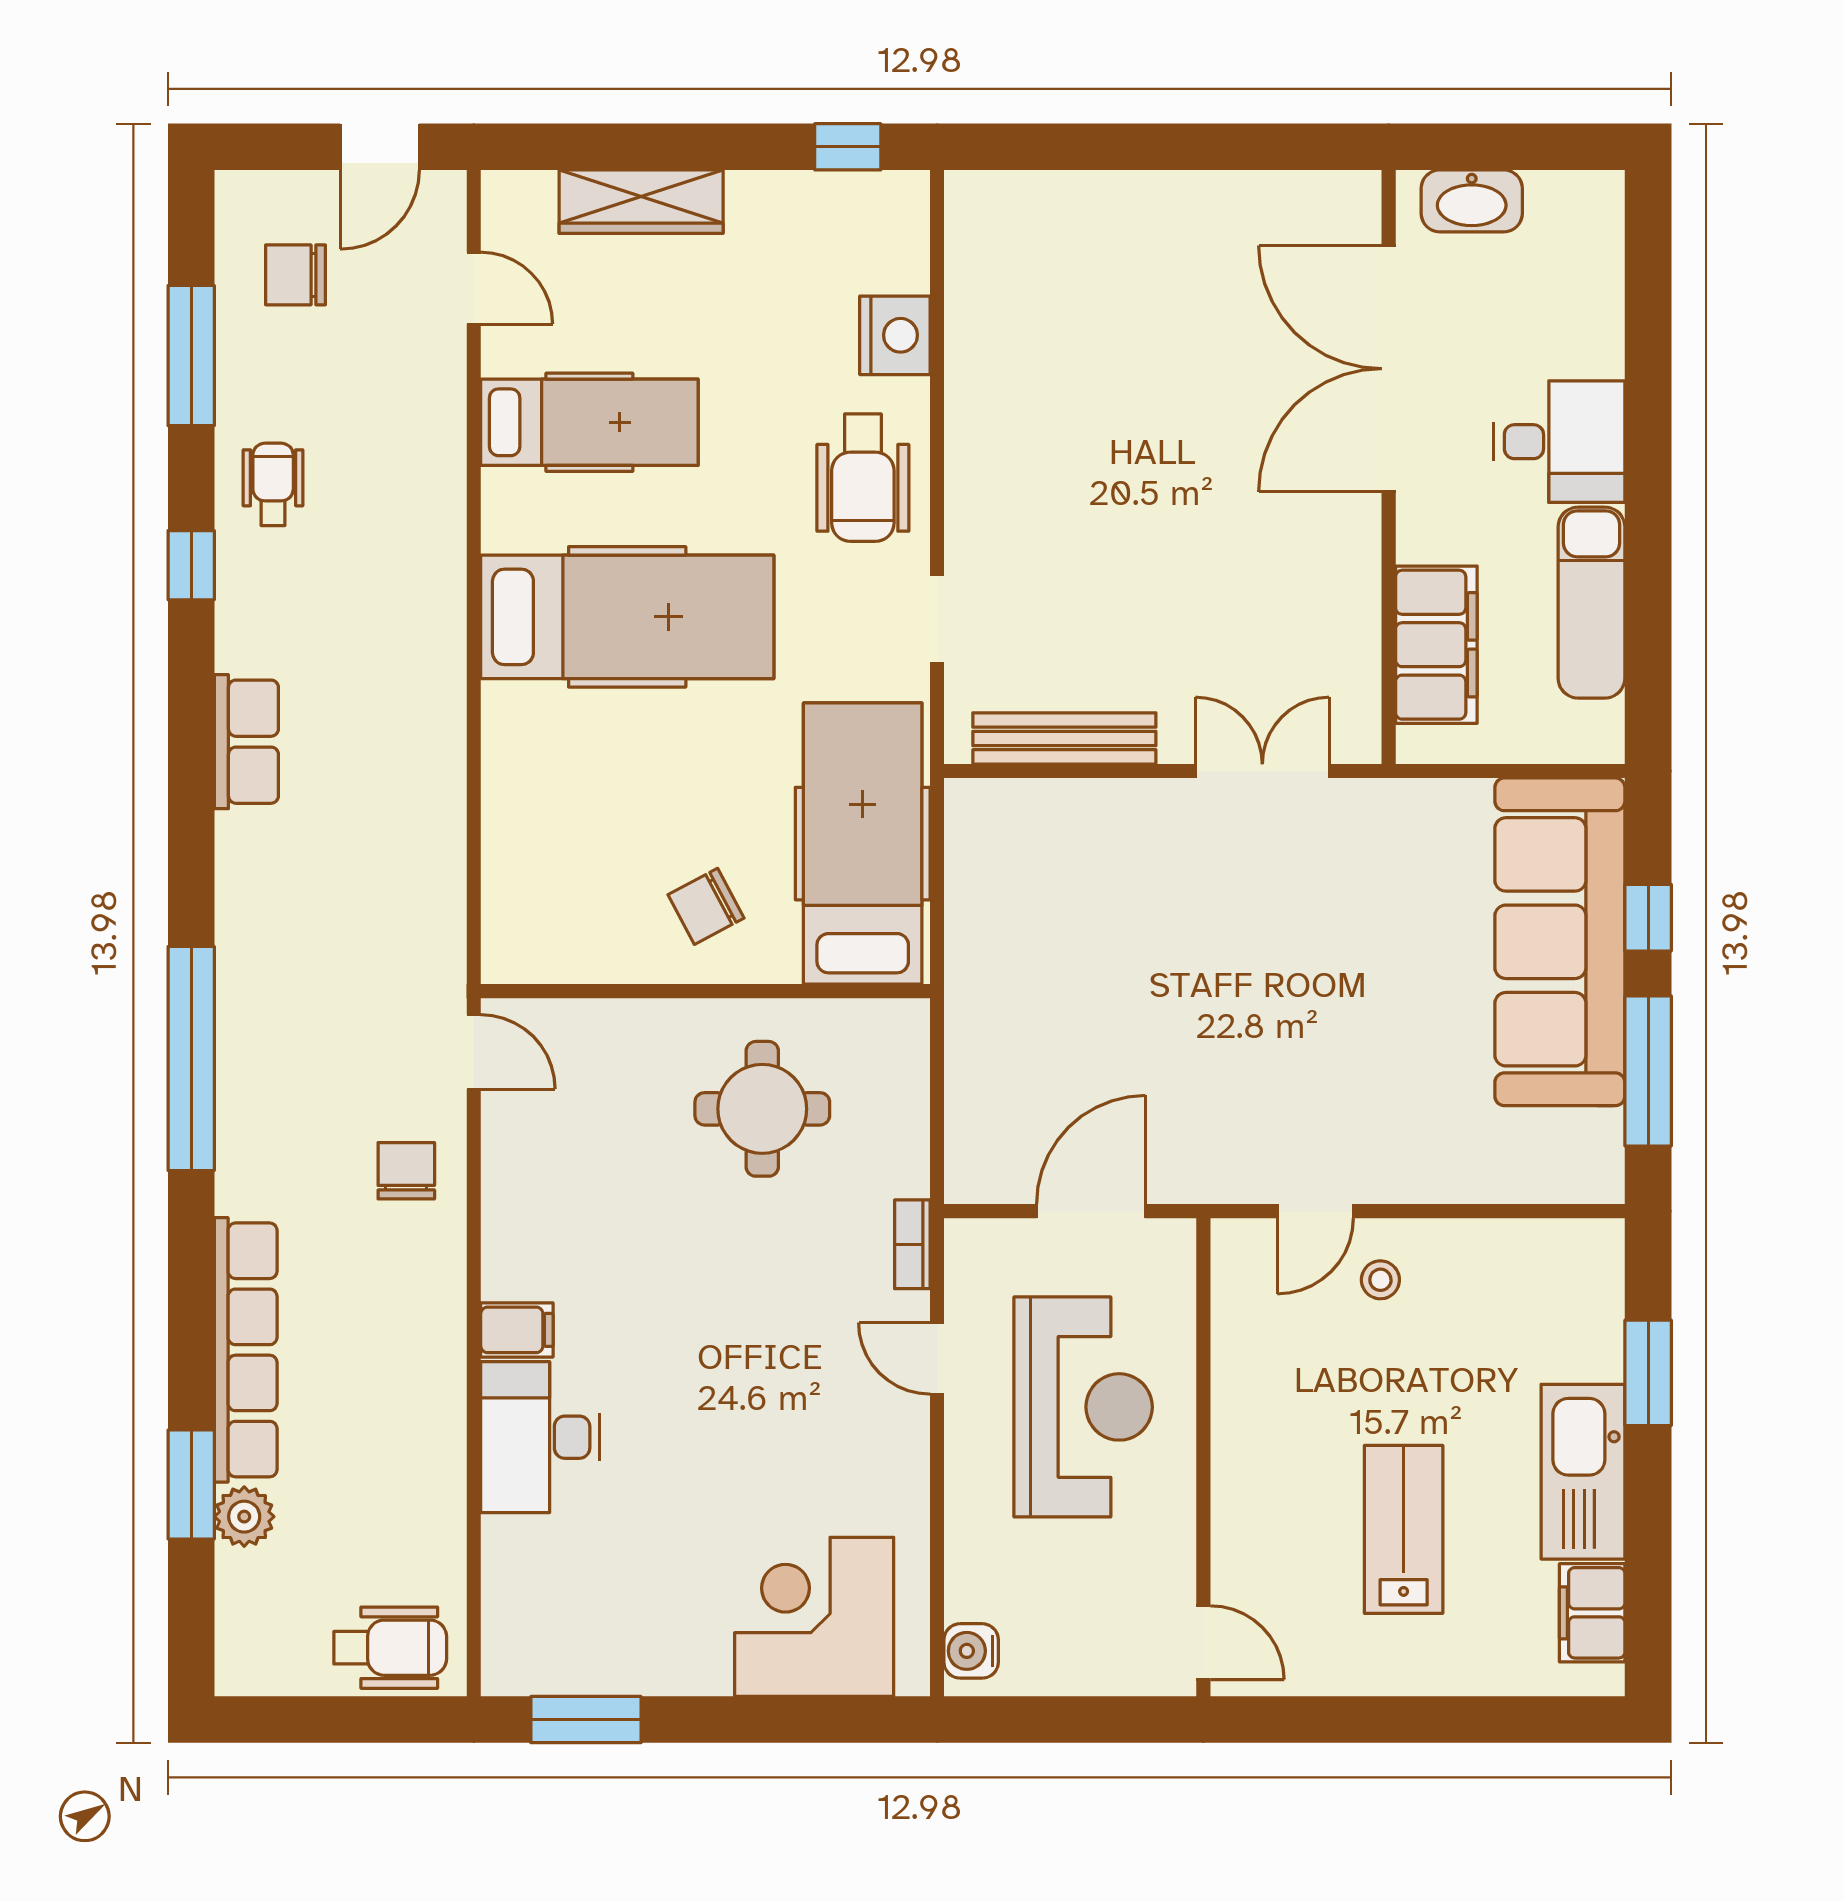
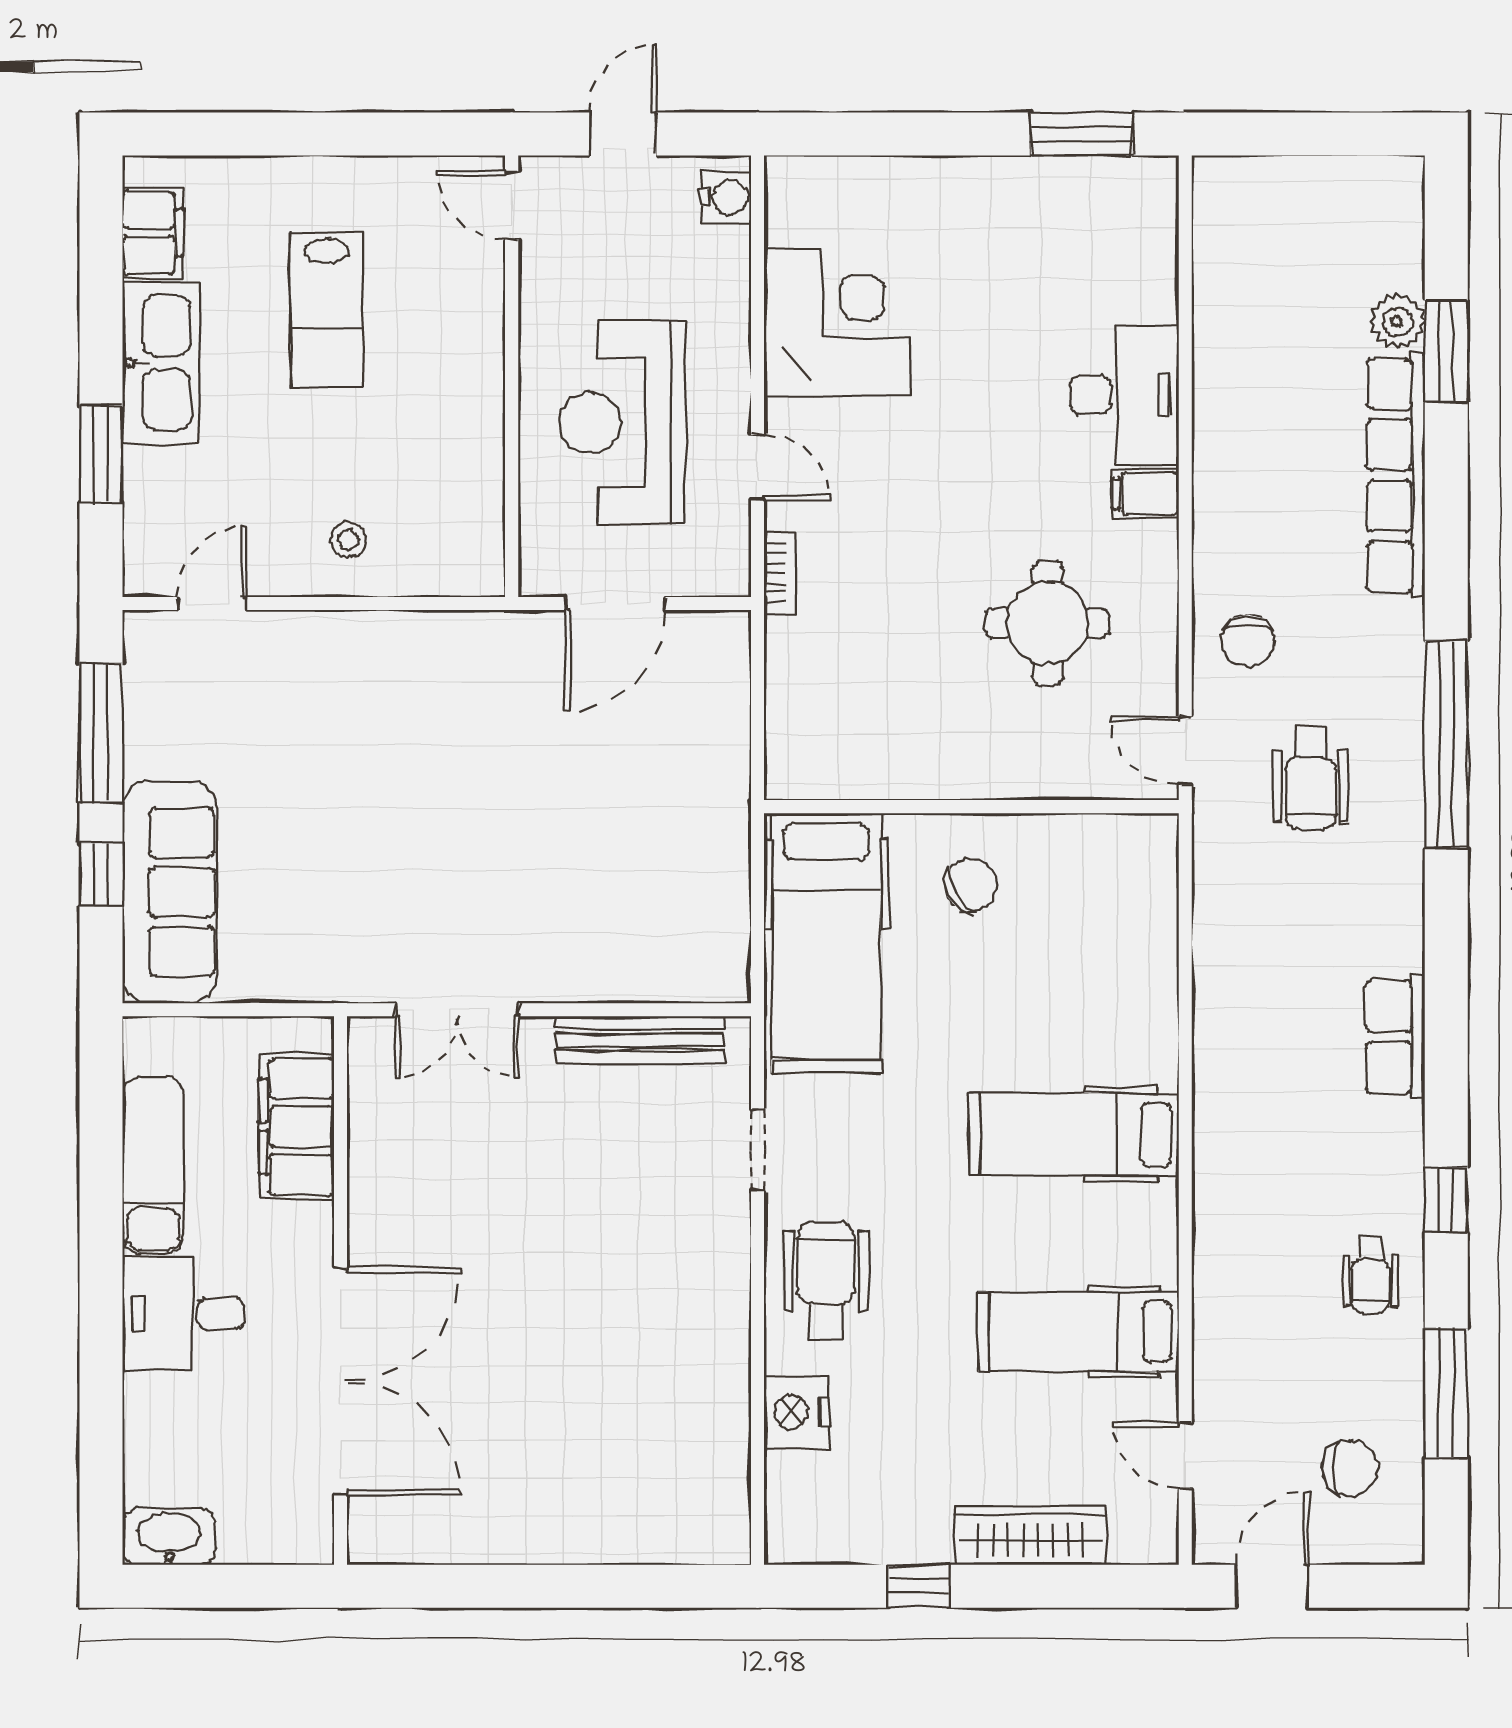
window: (848, 147) -> (919, 1586), moved
washbasin: (1472, 201) -> (169, 1536), moved
hospital bed: (627, 617) -> (1074, 1135), width x0.73, depth x0.78
sofa: (1560, 942) -> (170, 892), width x0.74, depth x0.79
round table: (762, 1109) -> (1047, 623), moved
door: (1315, 1211) -> (212, 603), moved
corner desk: (814, 1617) -> (837, 322), moved, turned -90
wheelchair: (390, 1648) -> (1311, 778), moved, turned -90
door: (1083, 1720) -> (623, 134), added

